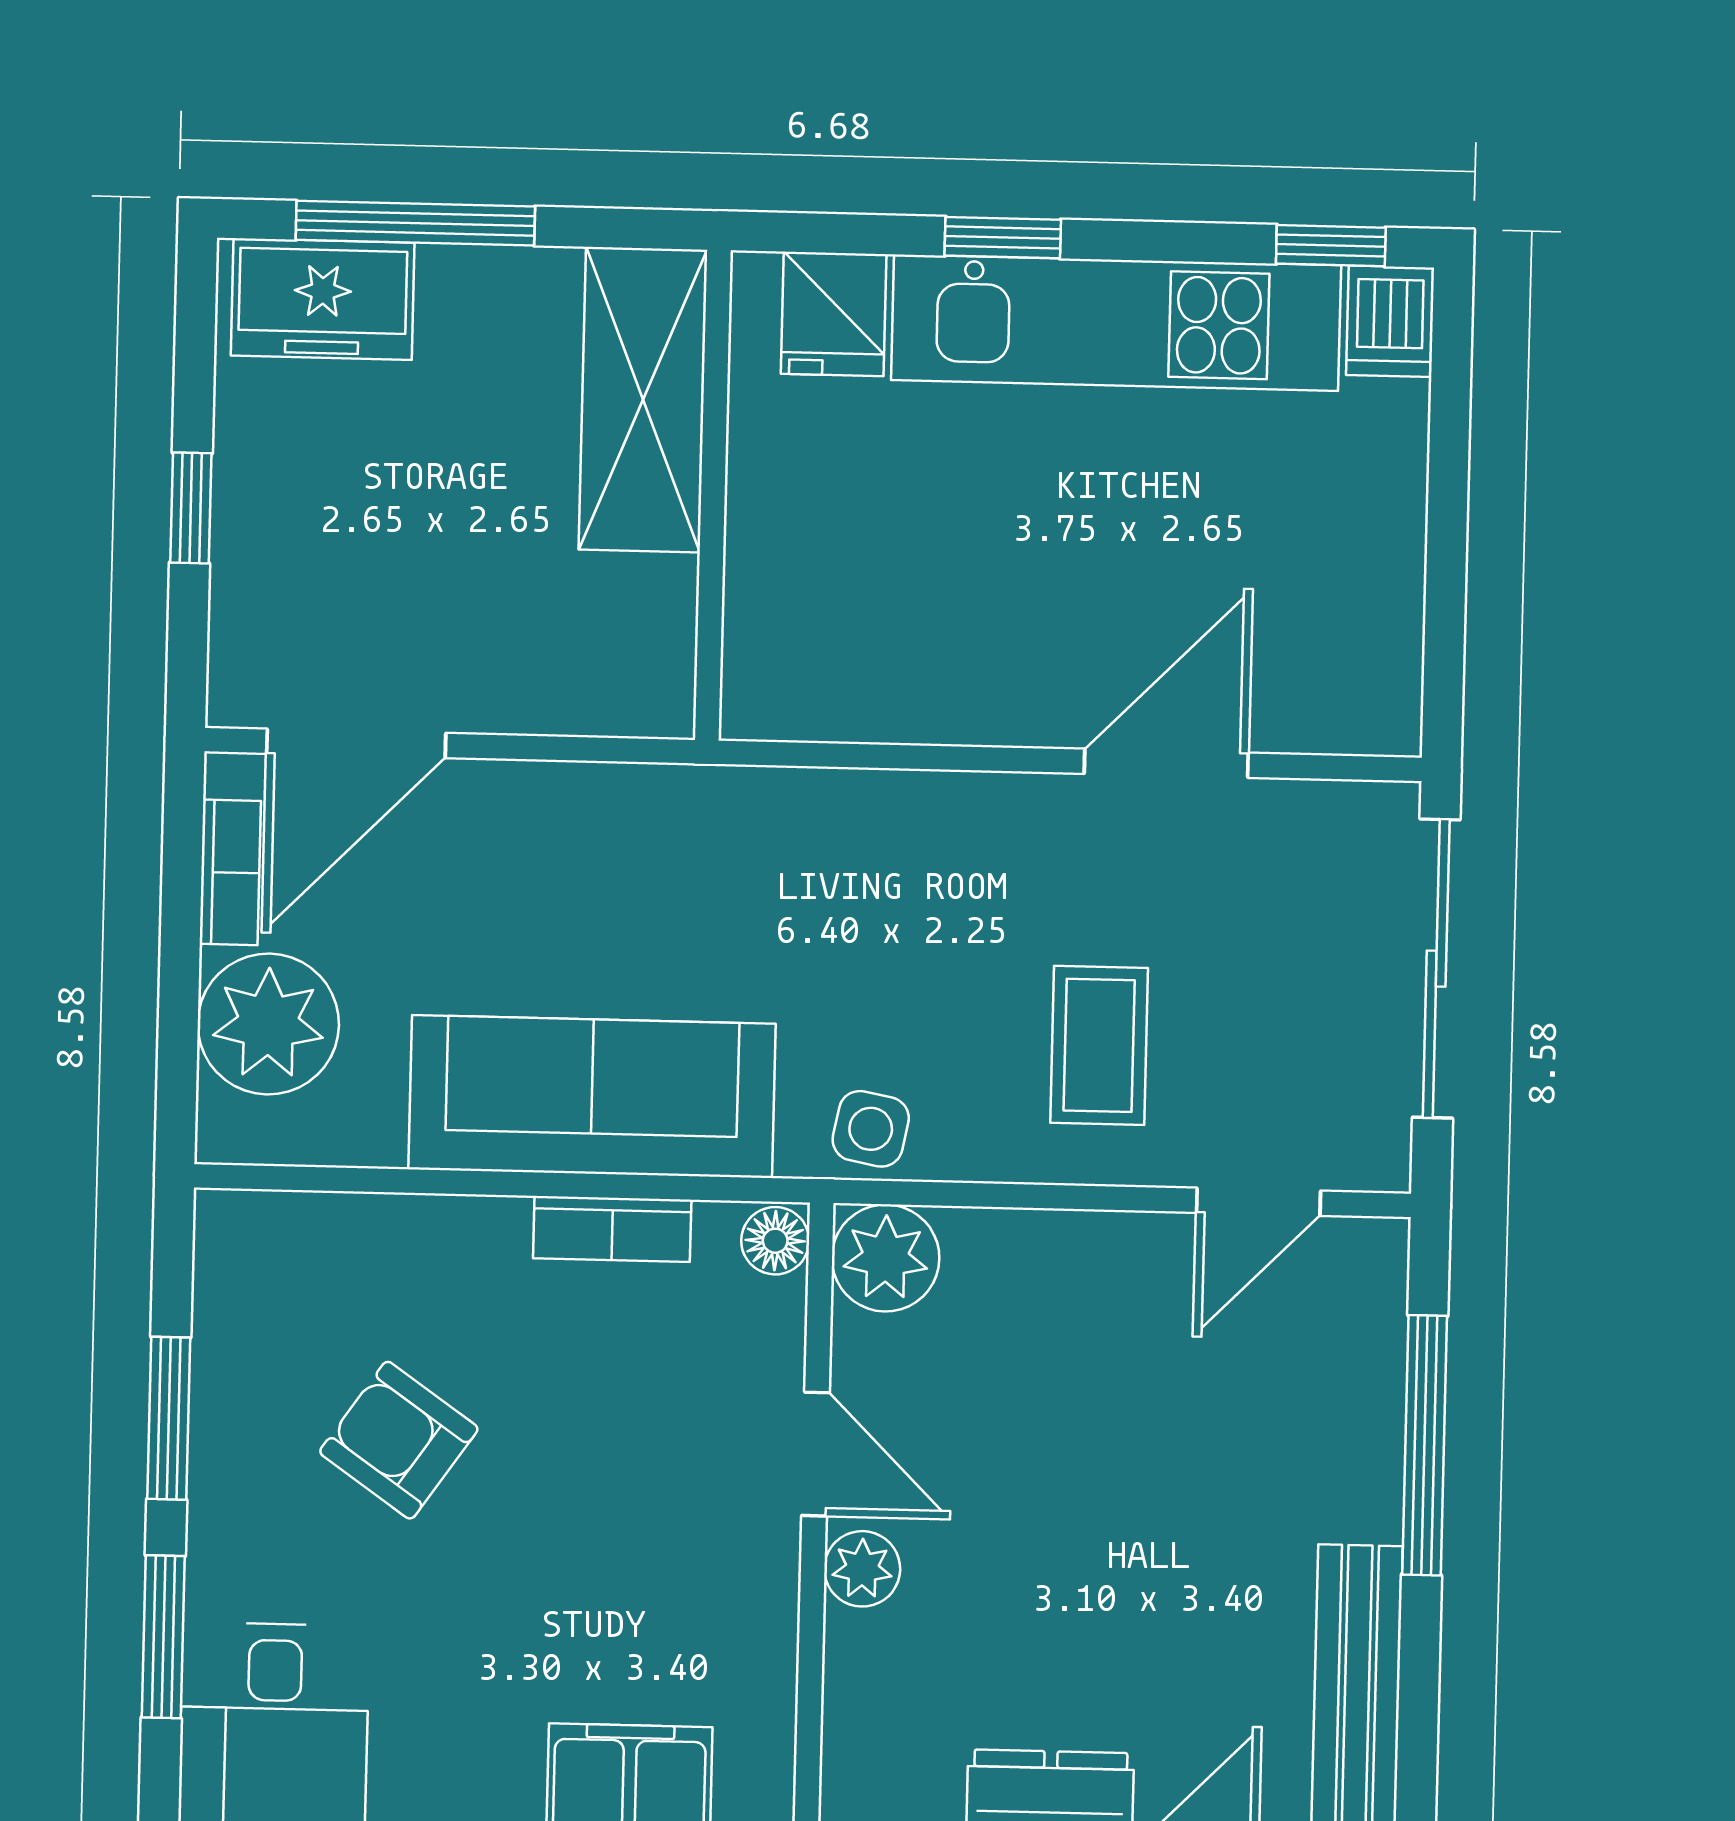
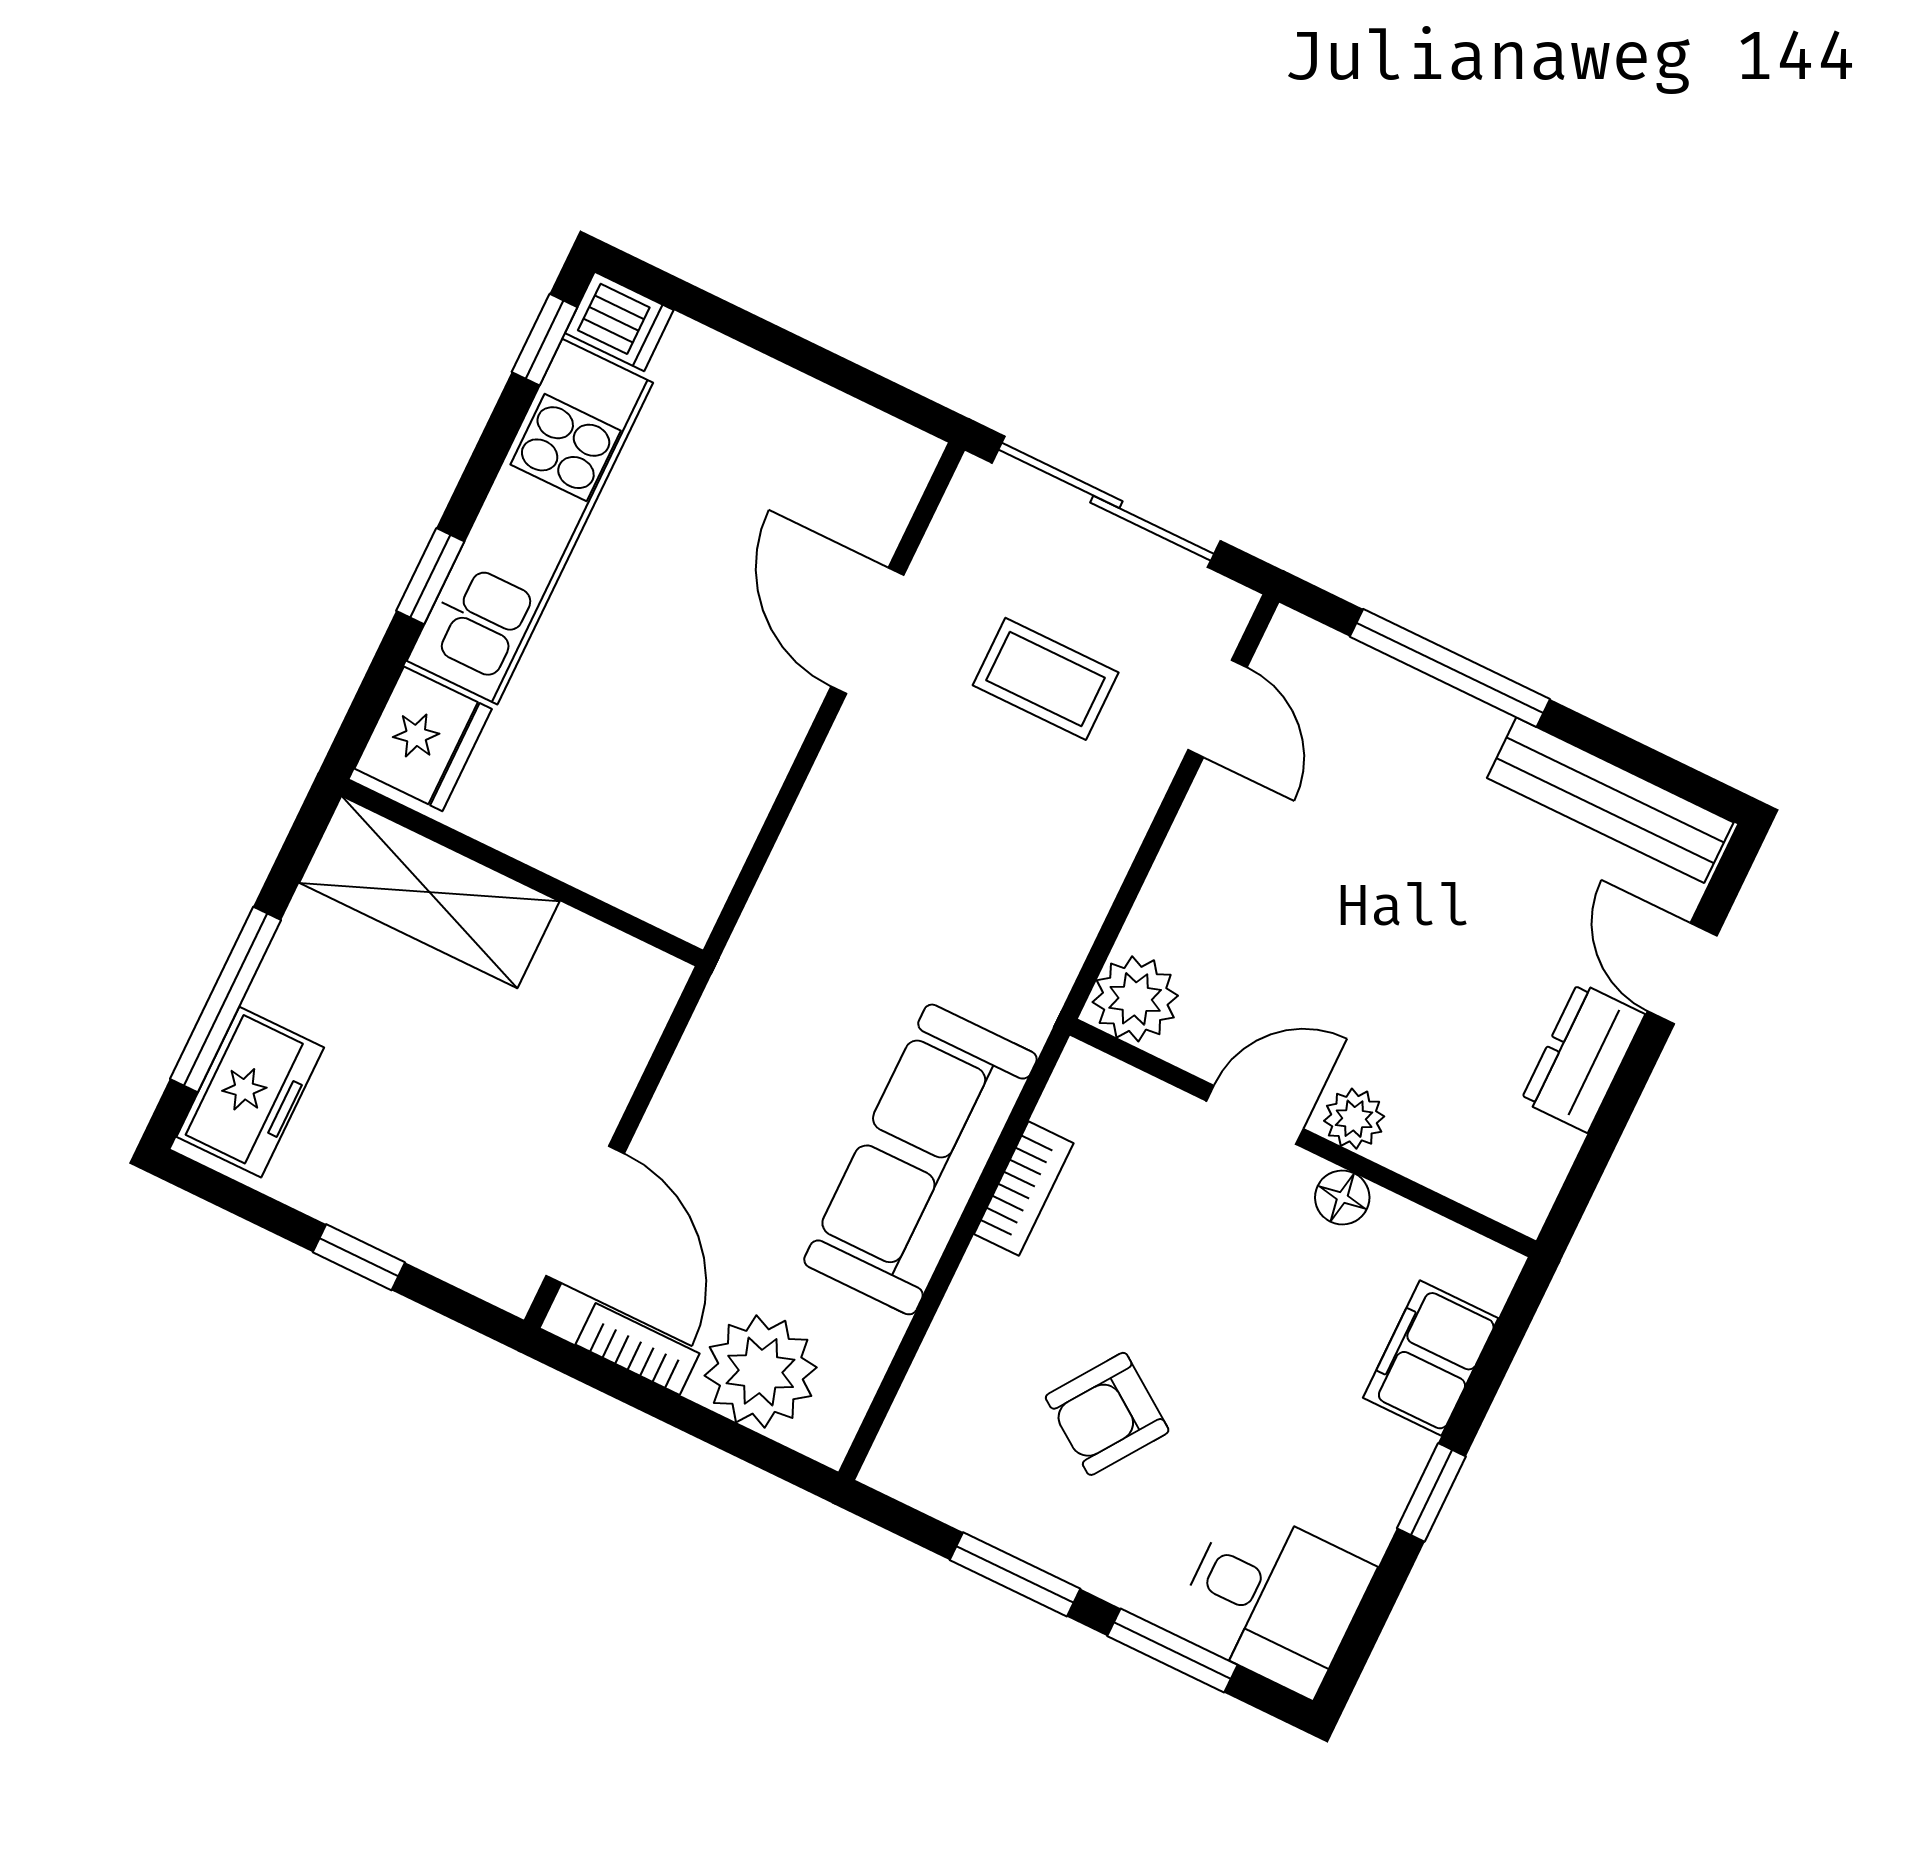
fridge: (834, 314) -> (423, 739), width x1.38
coffee table: (1099, 1045) -> (1046, 679), moved
side table: (871, 1129) -> (1036, 967), removed
floor lamp: (775, 1241) -> (1342, 1197), moved

